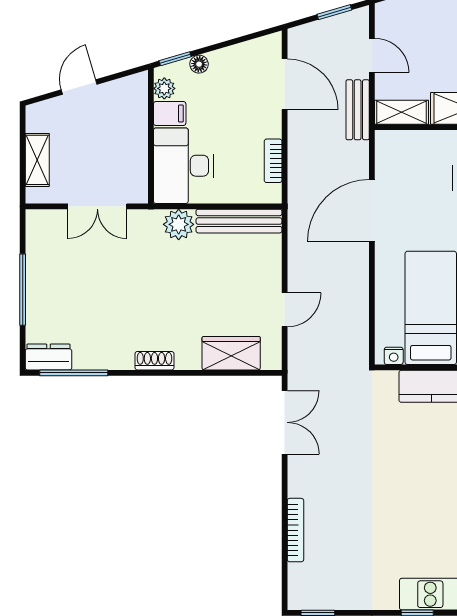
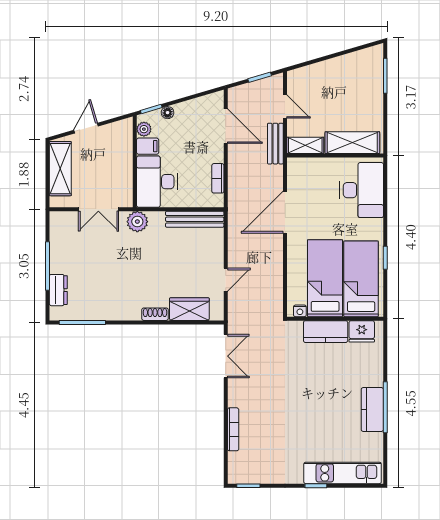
shelving: (37, 160) -> (60, 169), width x1.50, depth x1.33
plant: (179, 224) -> (137, 222), moved
dresser: (48, 357) -> (58, 290), moved, turned 90
shoe rack: (154, 361) -> (155, 314), moved

